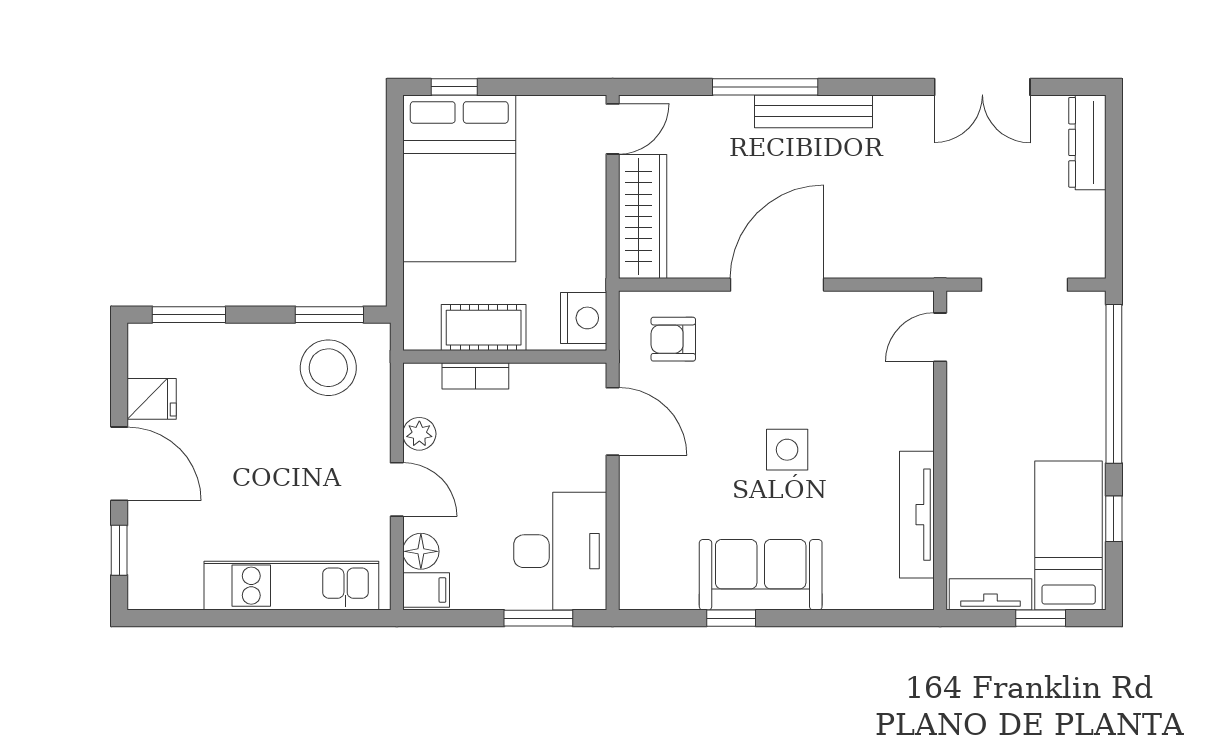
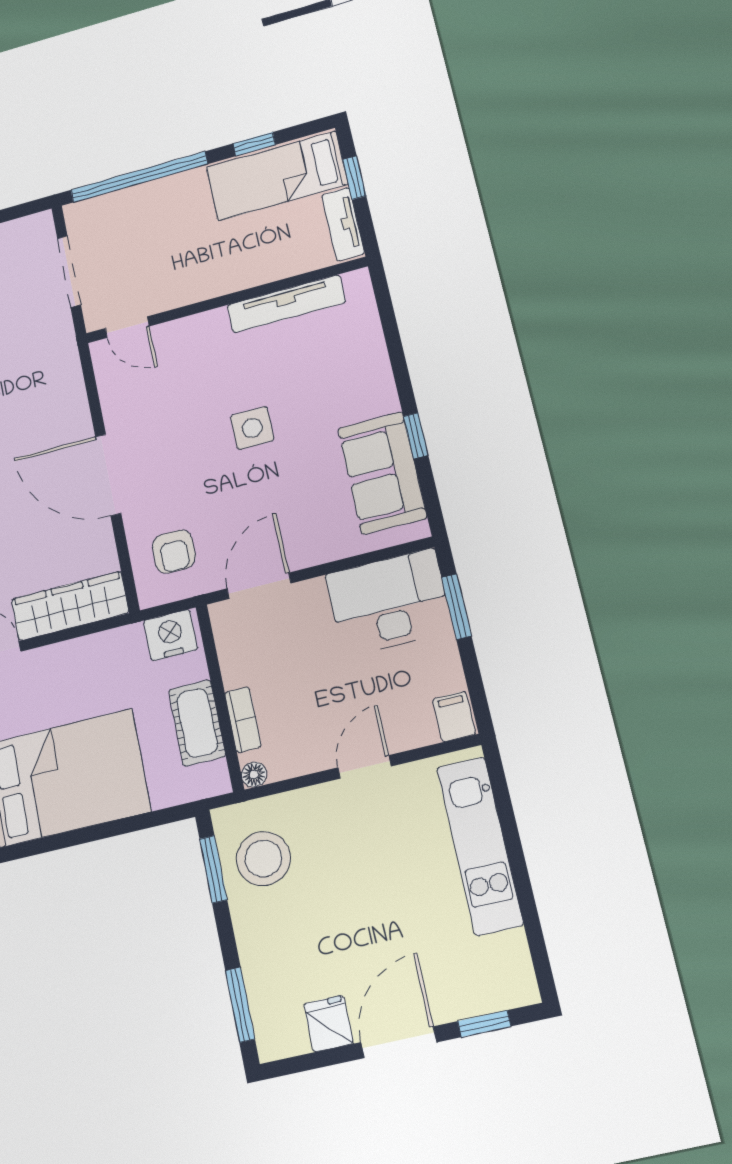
plant: (419, 434) -> (308, 758), removed
floor lamp: (421, 551) -> (254, 774), moved, width x0.73, depth x0.73
sofa: (761, 575) -> (382, 473), moved

